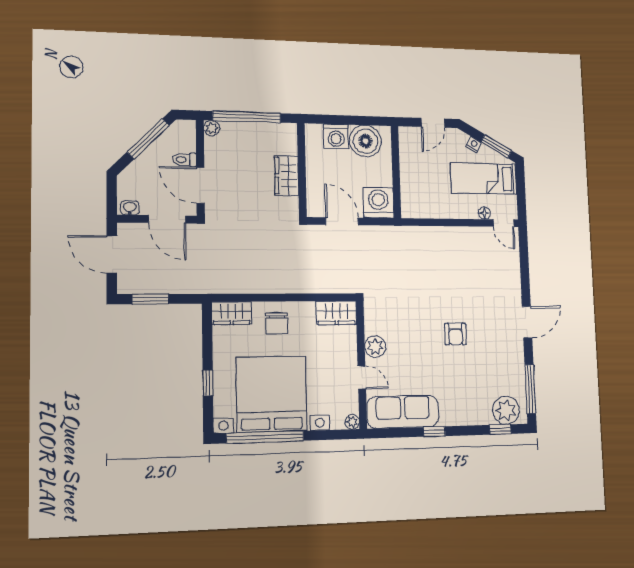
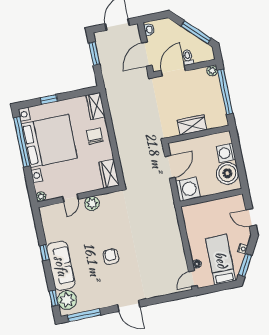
chair: (277, 323) -> (95, 136), turned 90
armchair: (455, 334) -> (111, 257), turned 90
sofa: (403, 412) -> (61, 266), moved

